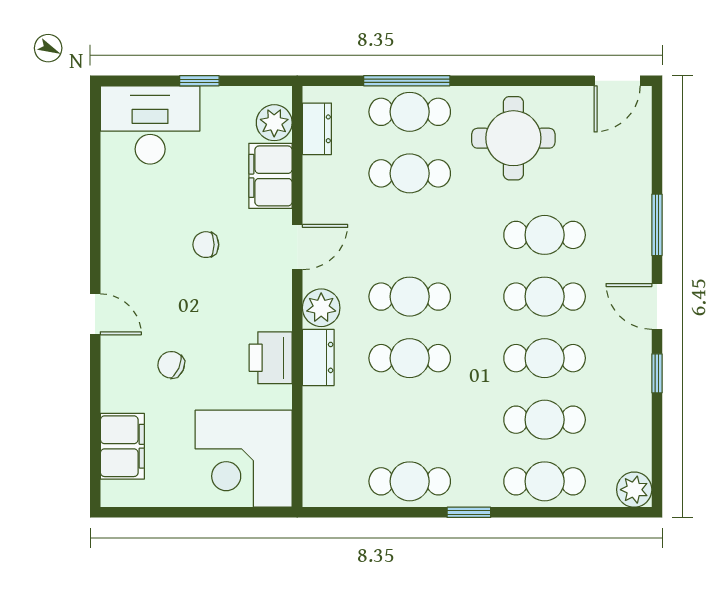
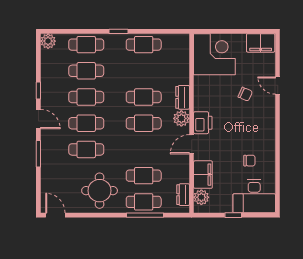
door: (617, 81) -> (55, 215), hinge flipped
chair: (206, 245) -> (249, 161), moved
door: (95, 314) -> (278, 86), moved
printer: (271, 358) -> (203, 123), moved
filing cabinet: (122, 446) -> (261, 43), moved, turned -90

